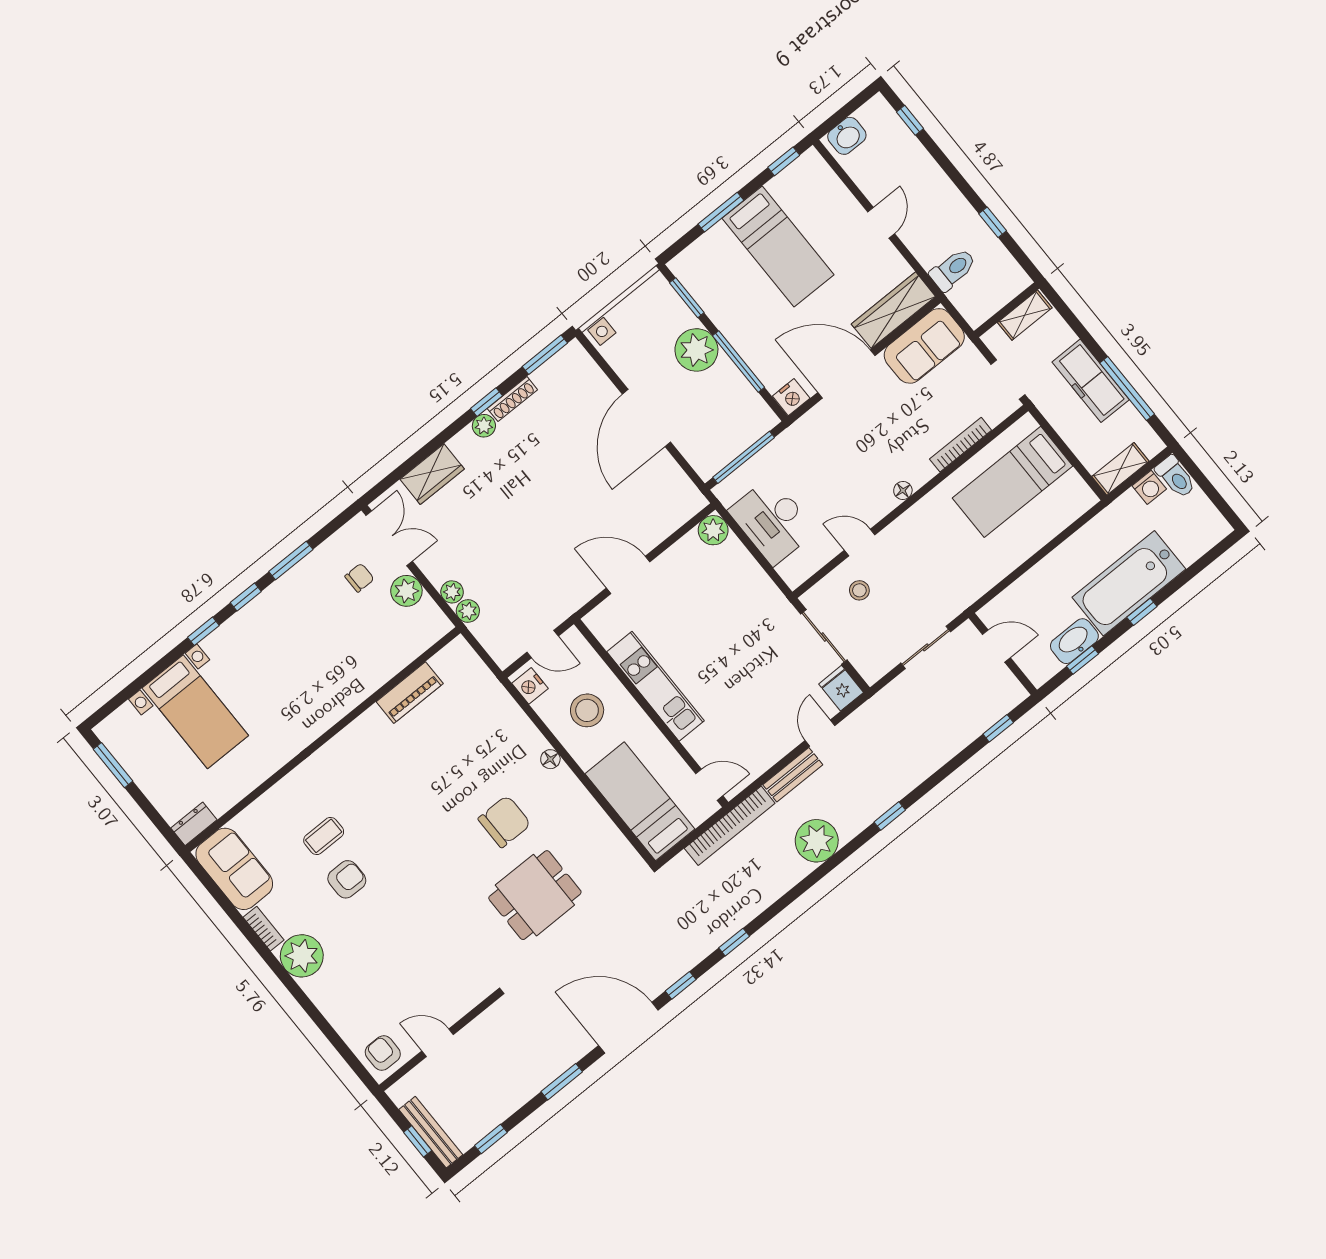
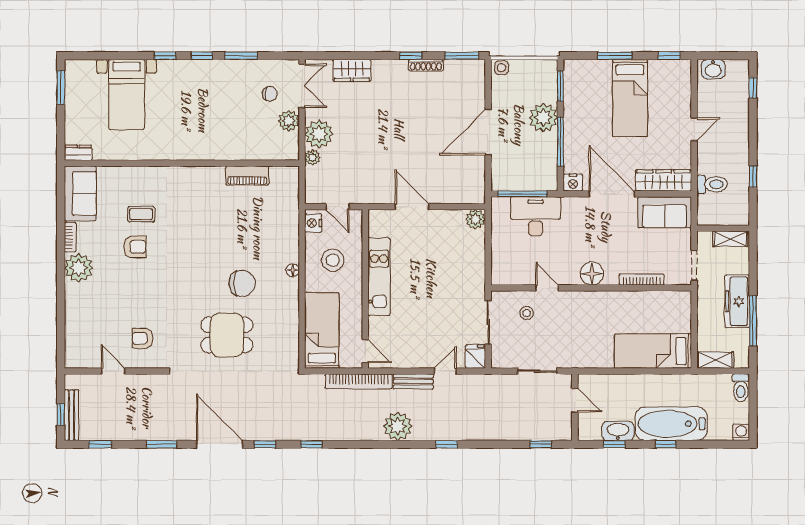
plant: (484, 426) -> (400, 67), removed
bed: (1012, 482) -> (653, 351), moved
washing machine: (1149, 487) -> (741, 432), moved, turned 180
floor lamp: (903, 491) -> (592, 274), width x1.89, depth x1.89
desk: (772, 521) -> (536, 216), moved, turned 90
plant: (452, 592) -> (319, 134), width x1.87, depth x1.87
armchair: (383, 1053) -> (143, 338), moved, turned -90

